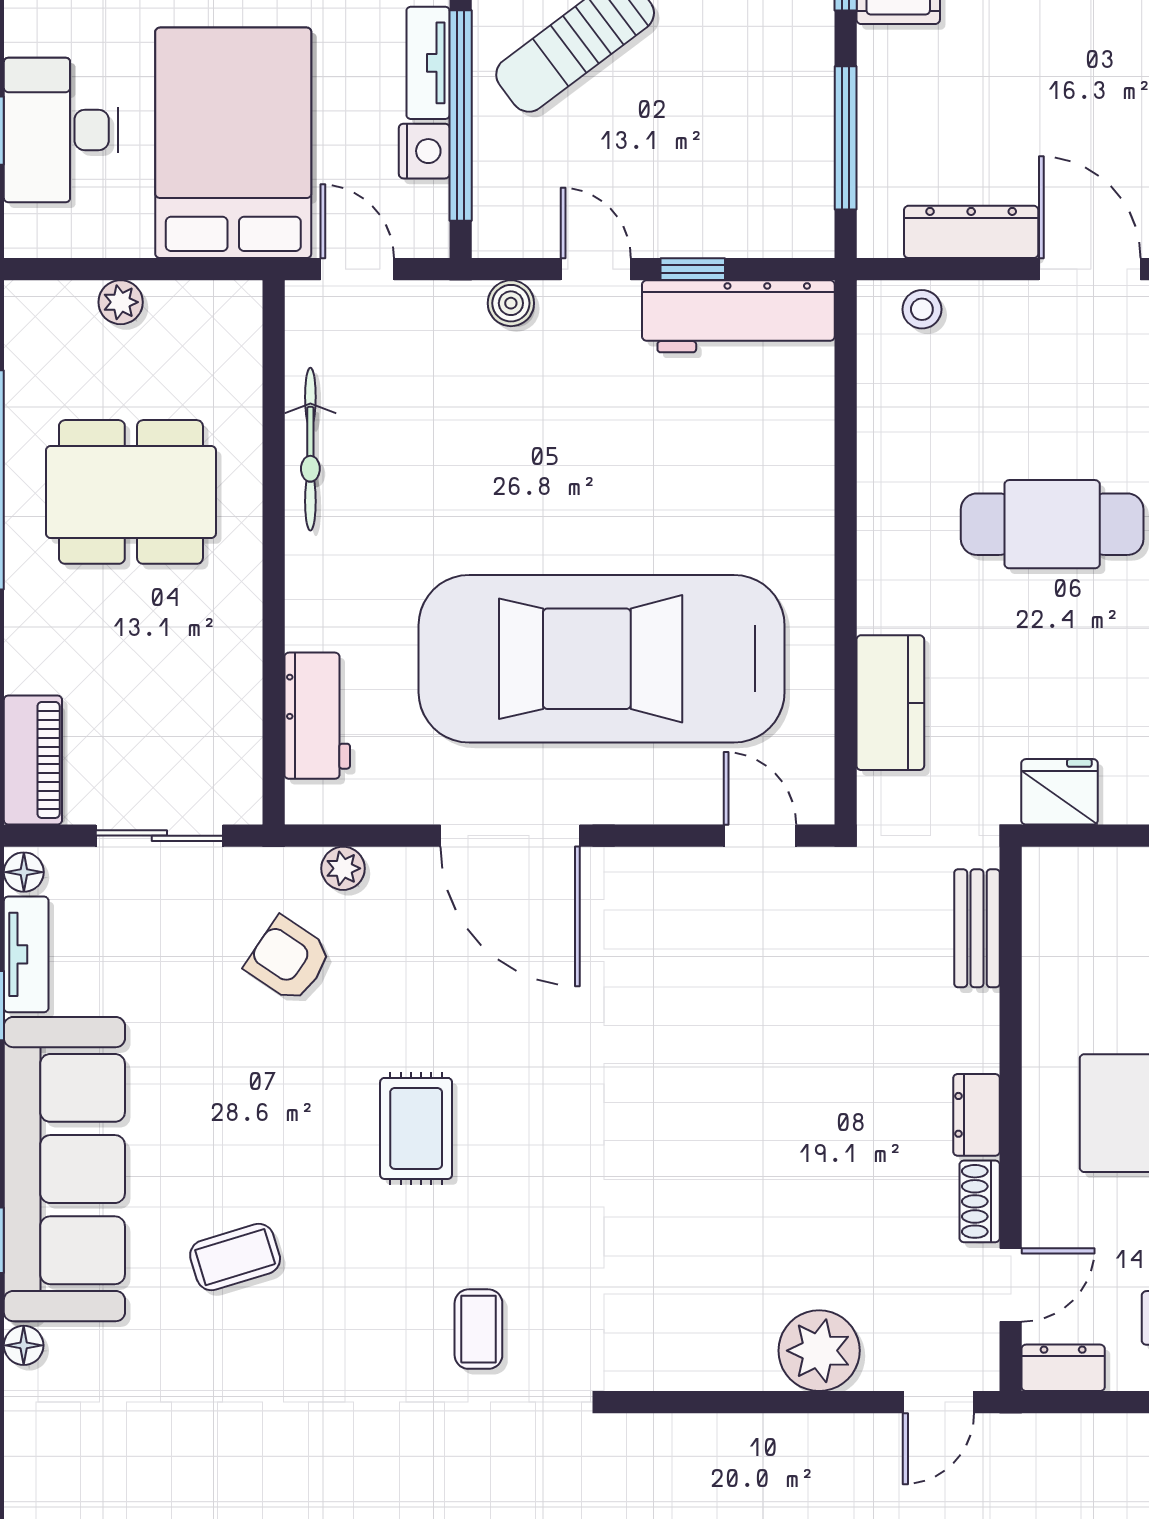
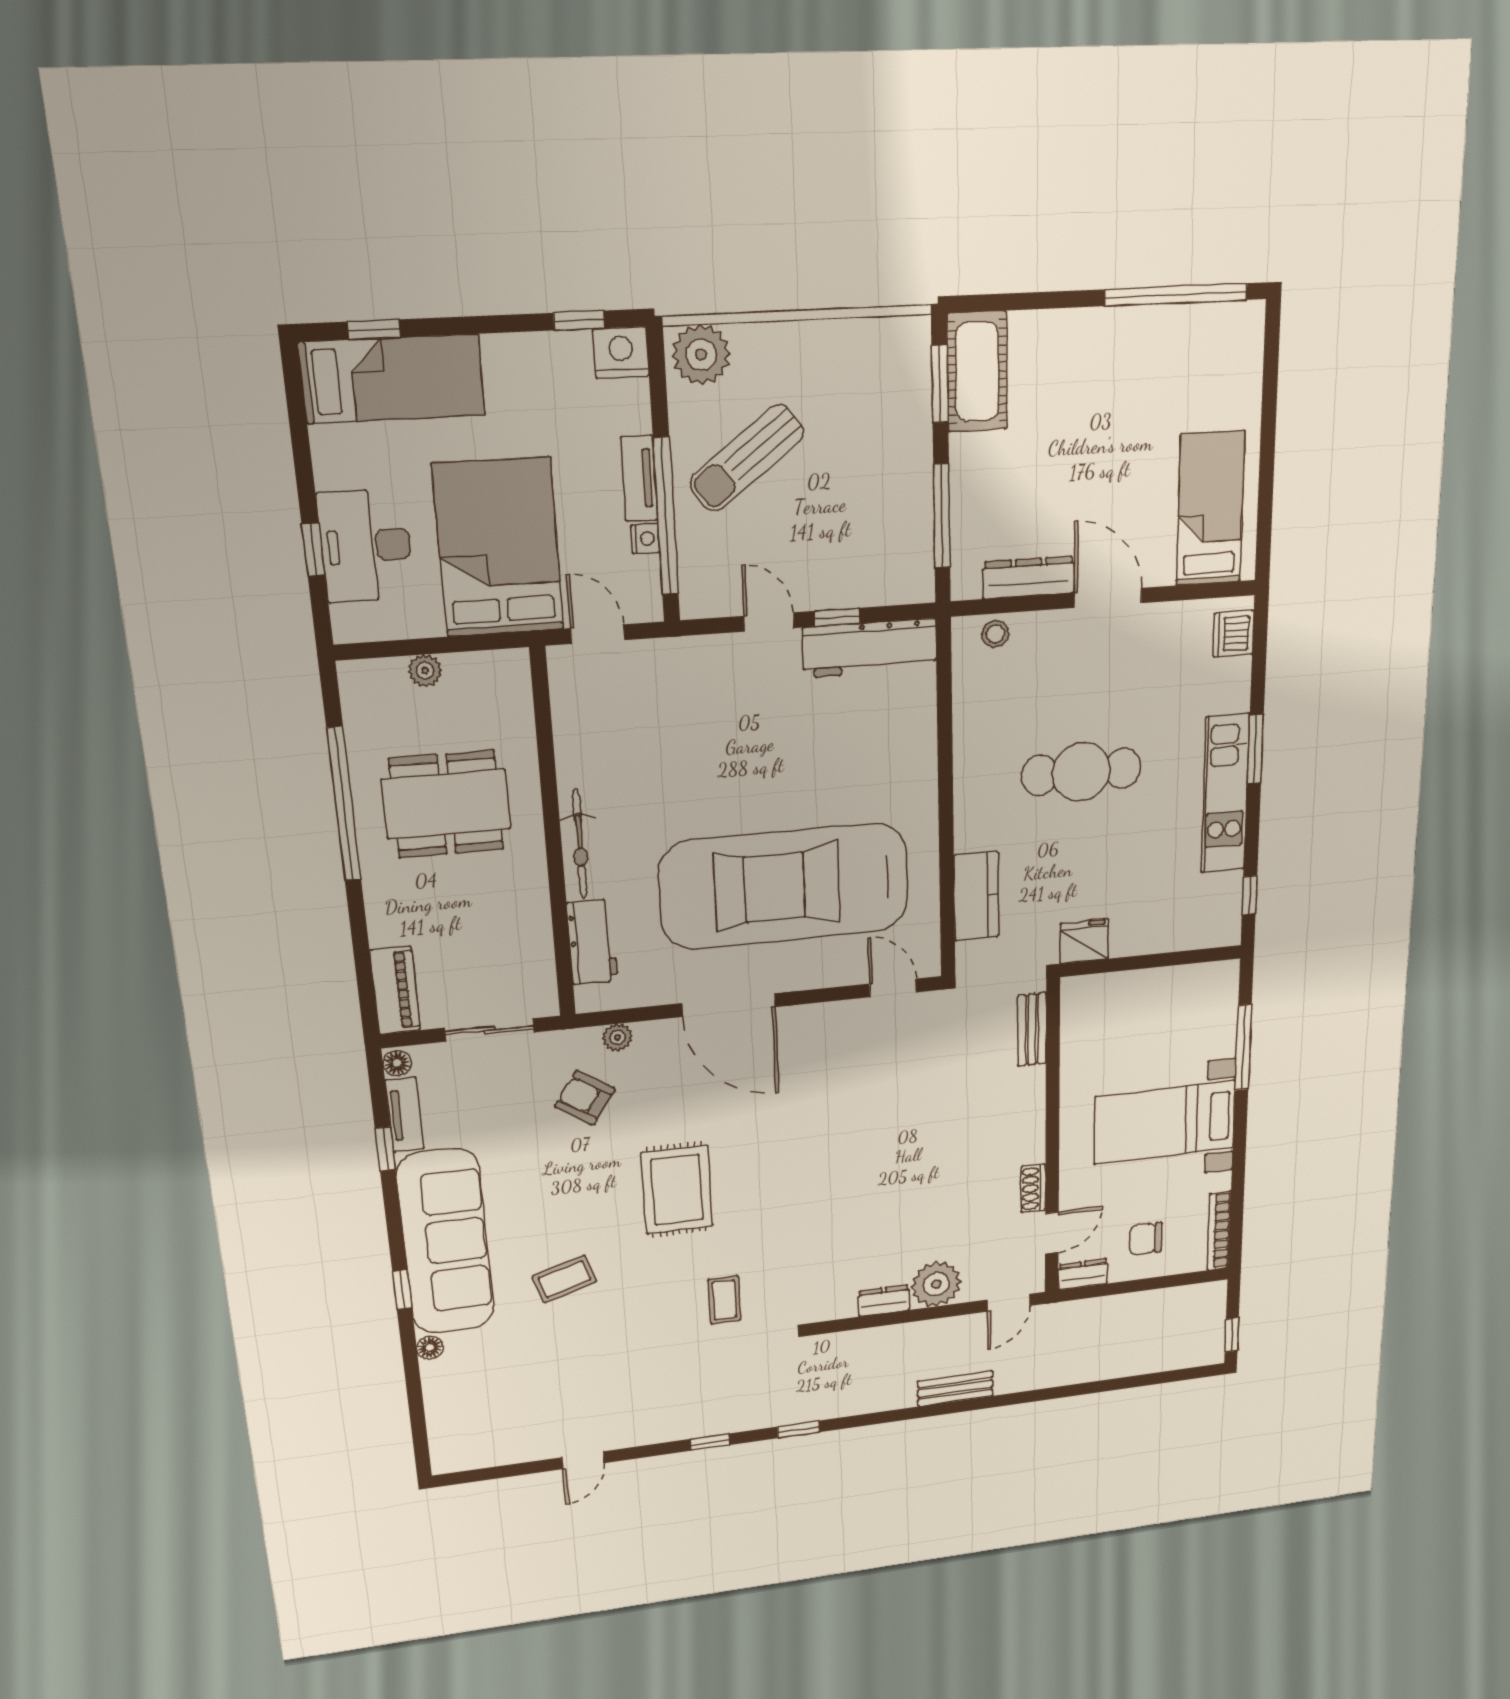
nightstand: (424, 151) -> (645, 539), width x0.72, depth x0.74
boiler: (511, 303) -> (710, 650), removed
bicycle: (310, 449) -> (580, 844), moved
dresser: (976, 1115) -> (884, 1301), moved, turned 90
rug: (416, 1128) -> (677, 1190), width x1.36, depth x1.43

